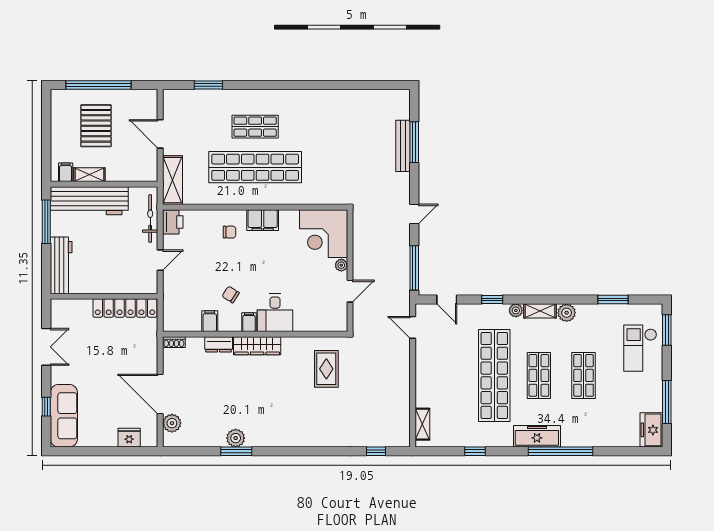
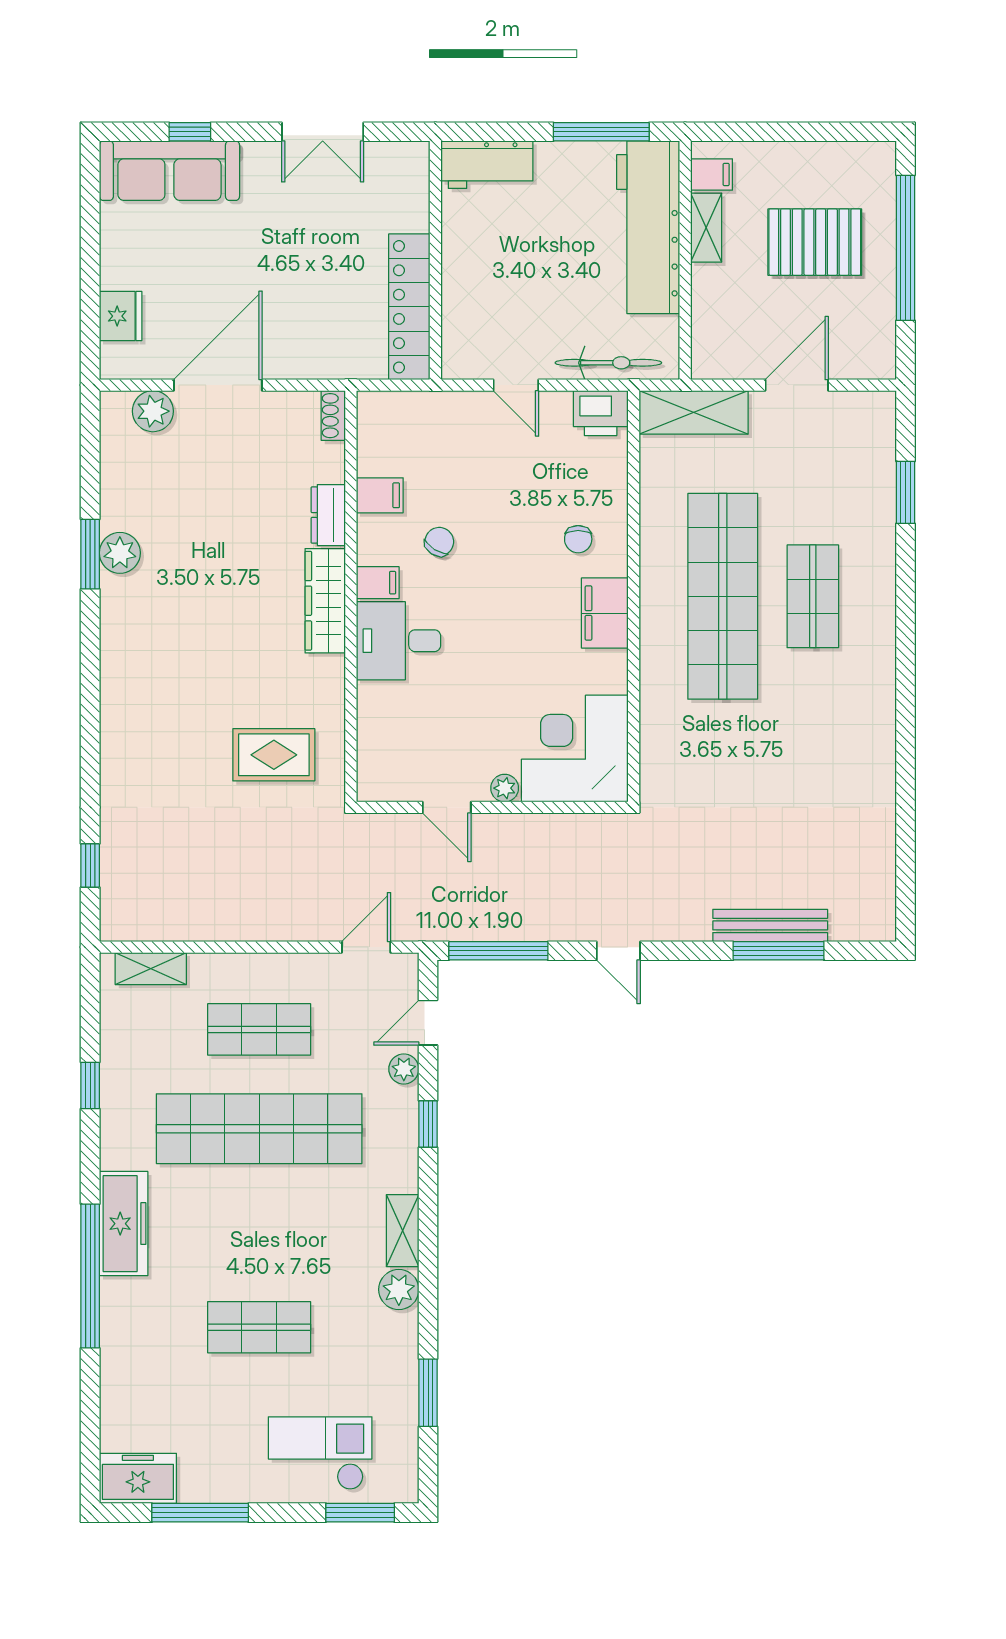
workbench: (61, 265) -> (487, 165), width x0.73
plant: (516, 310) -> (404, 1069), moved
shop shelf: (539, 375) -> (259, 1029), moved

